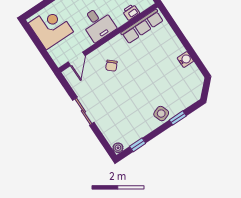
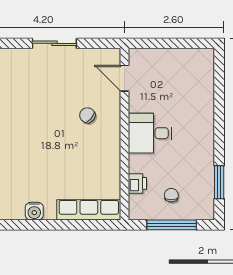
row of seats: (142, 26) -> (89, 210), moved, turned 90
corner desk: (51, 27) -> (184, 72), removed

